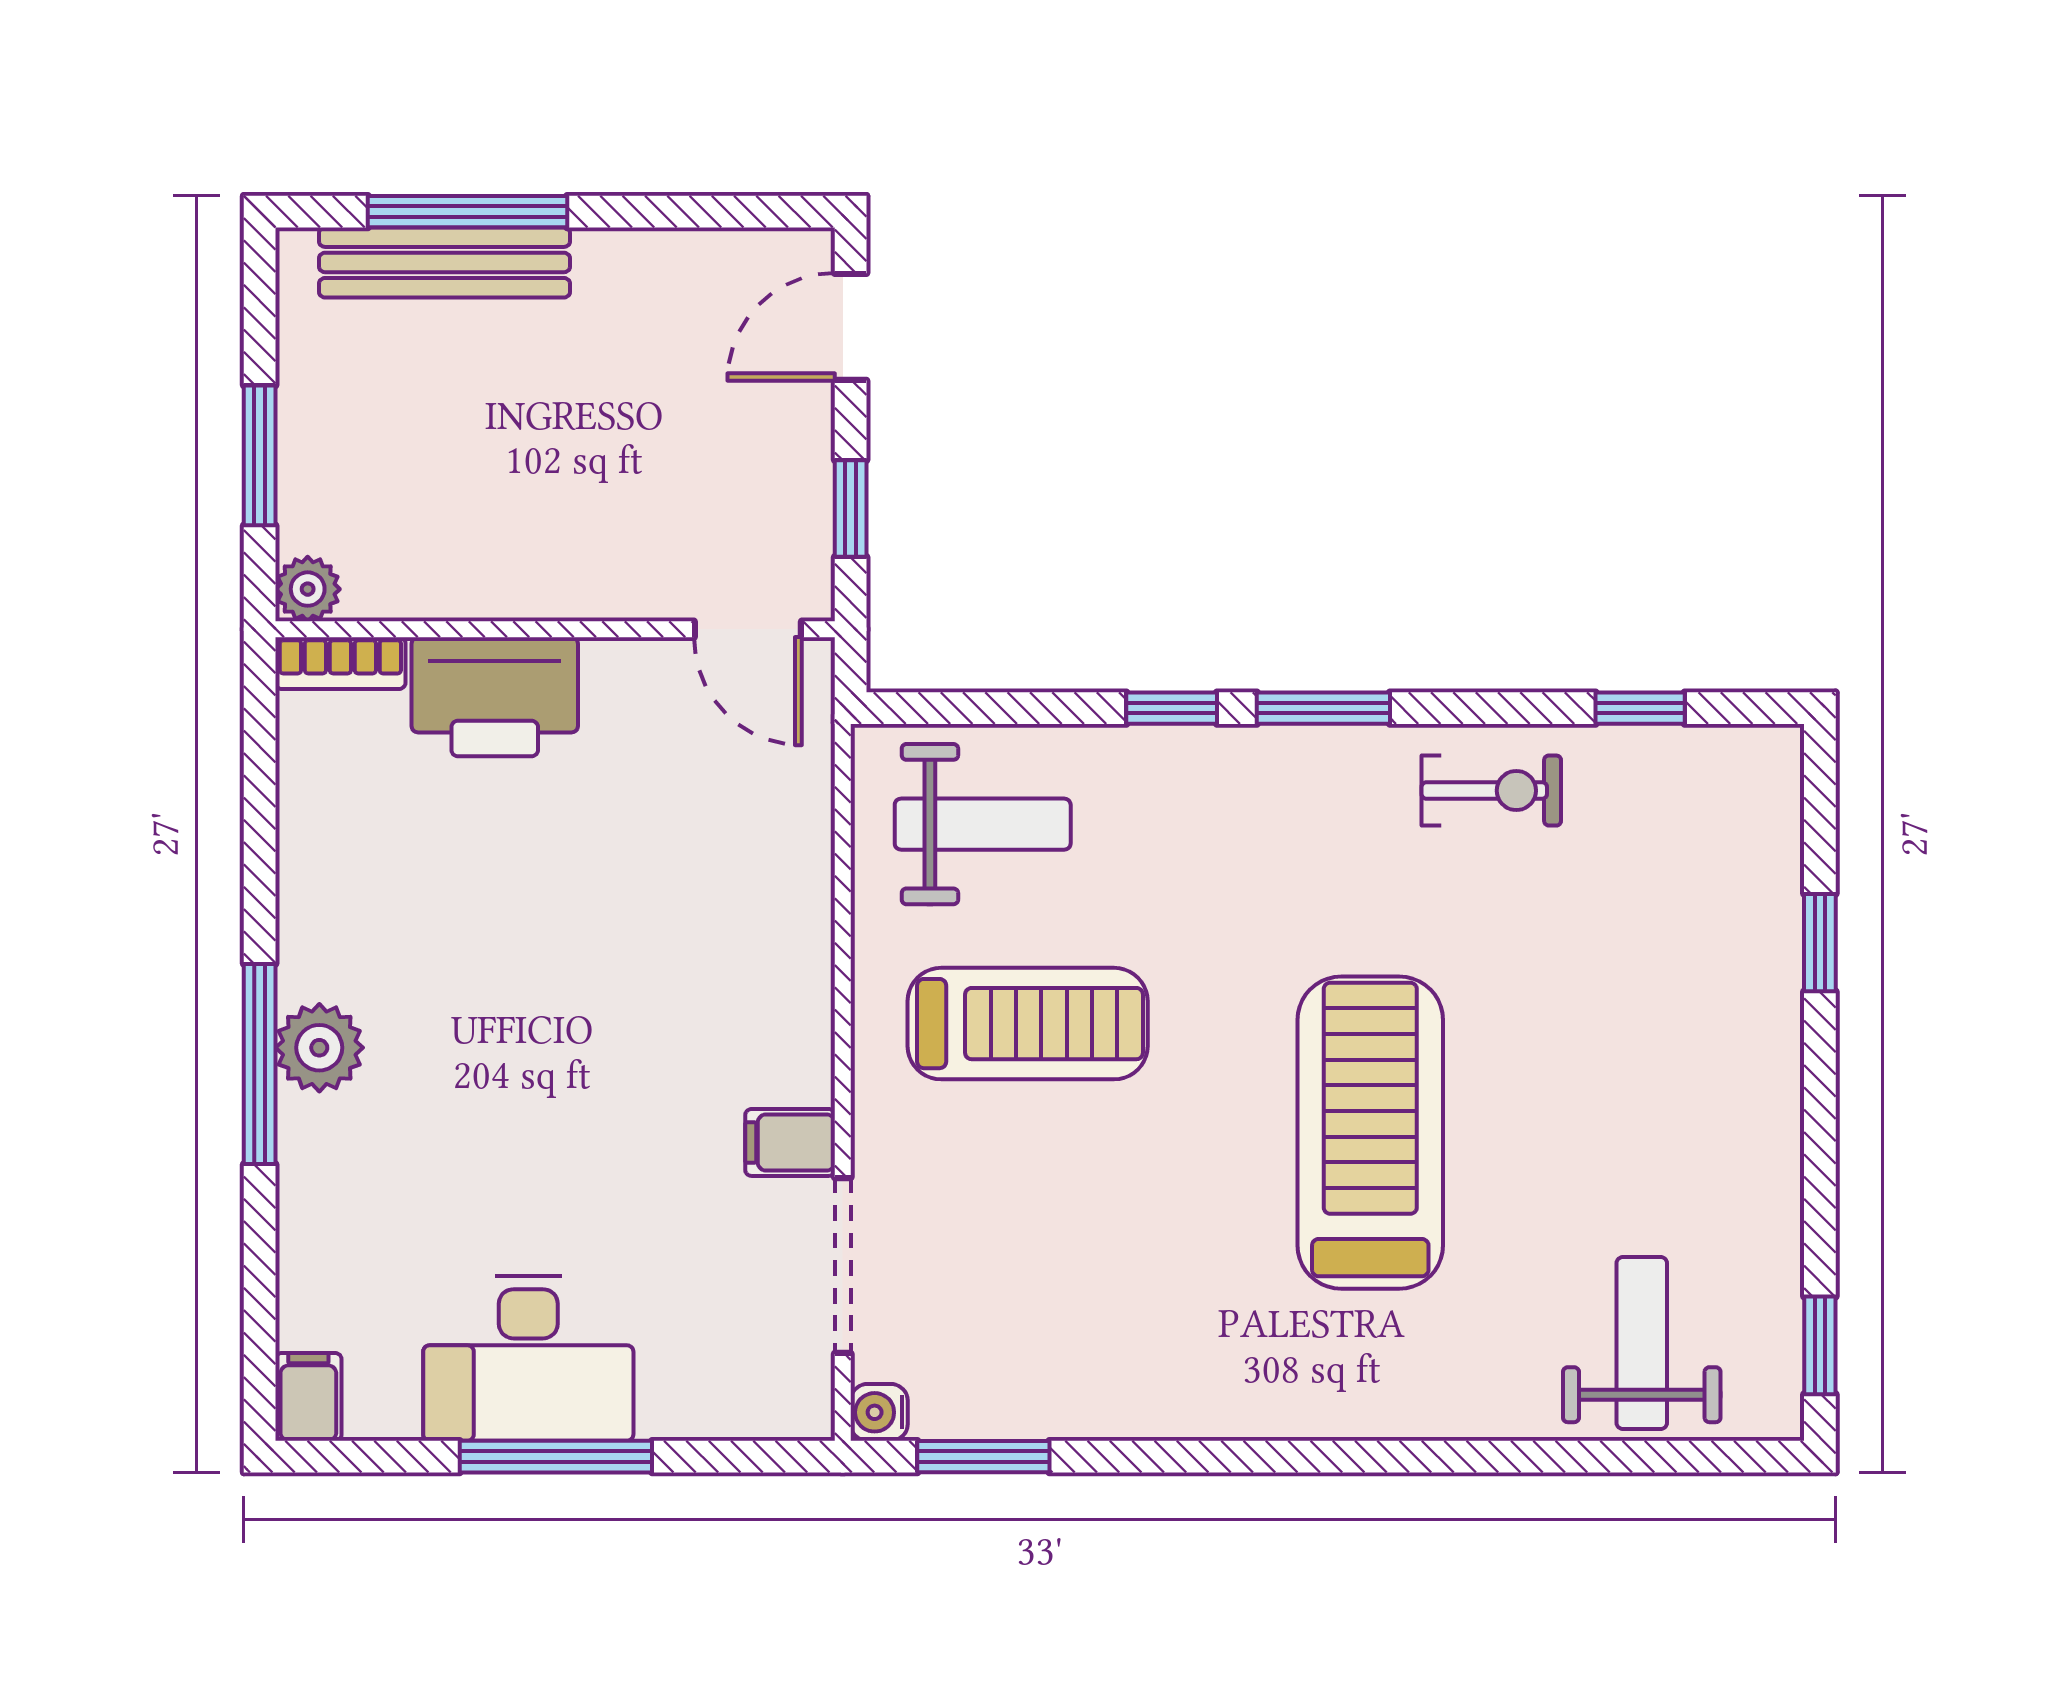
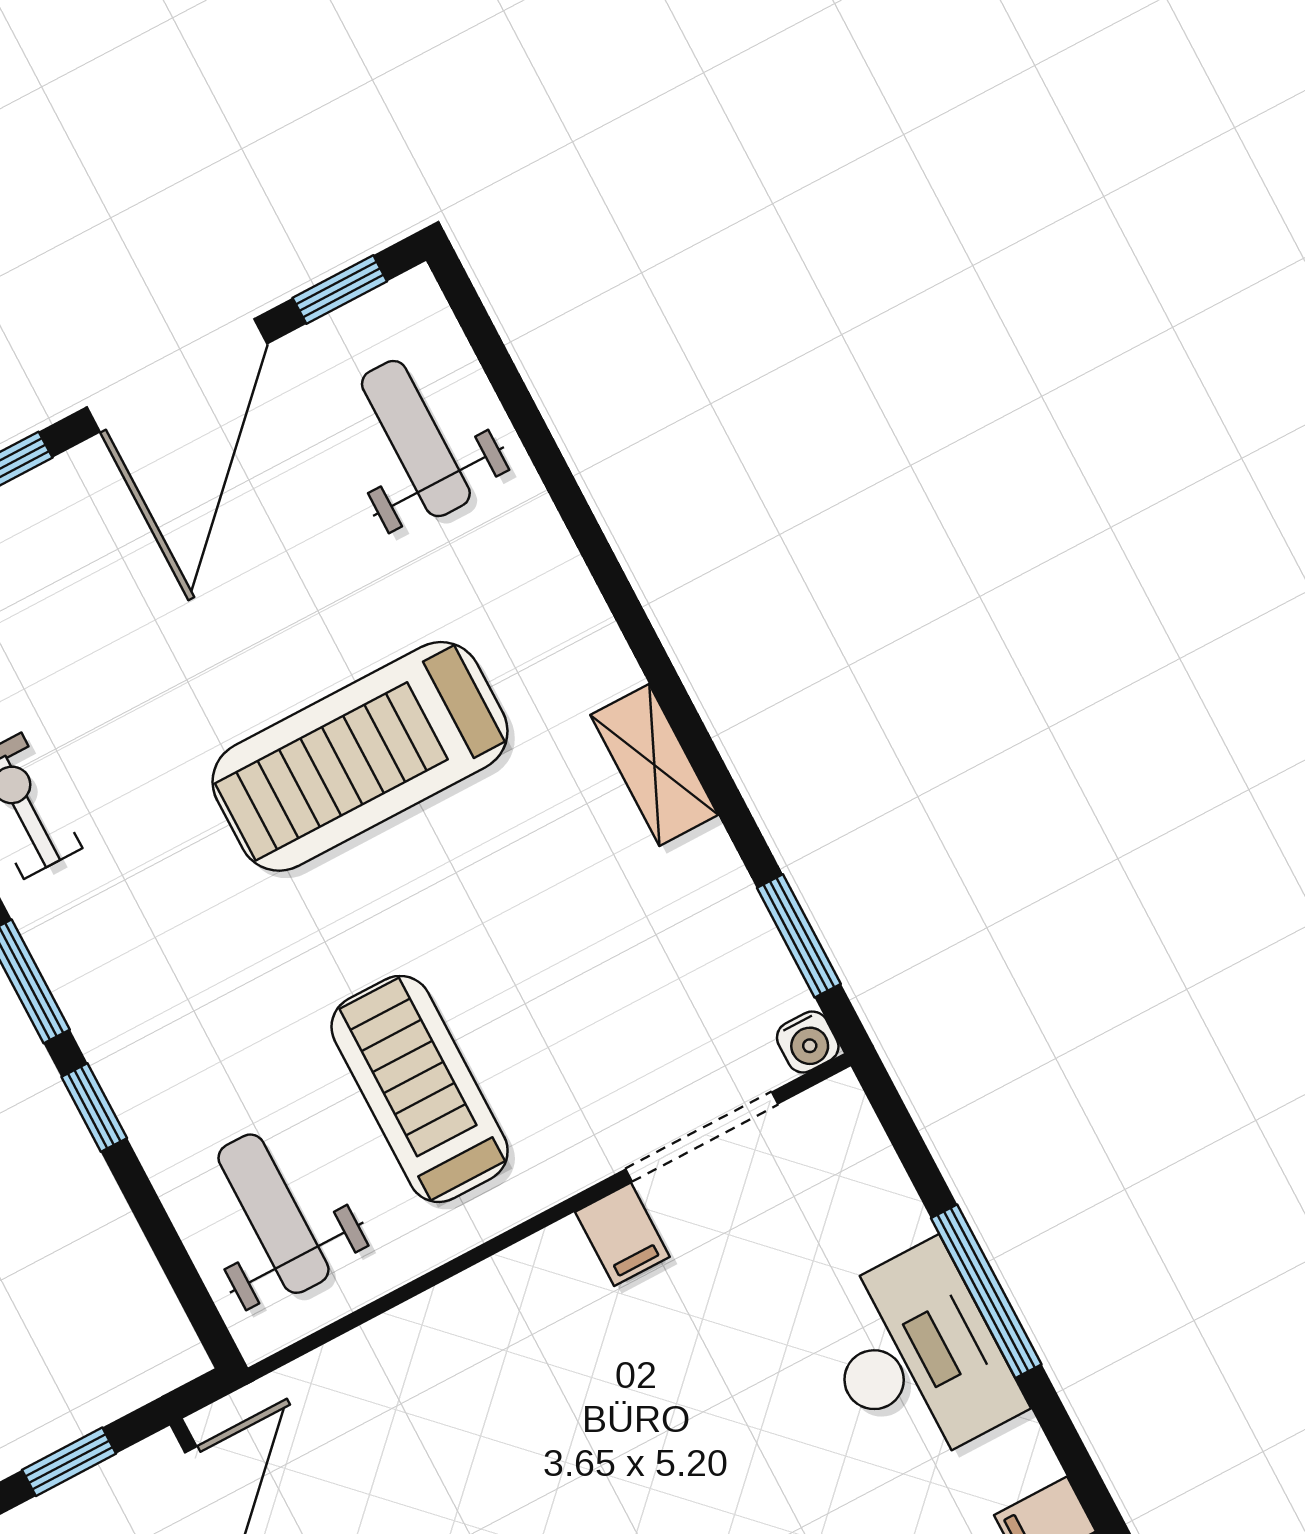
door: (1820, 1149) -> (177, 375), added
weight bench: (1642, 1343) -> (416, 439), turned 90
shelving: (1216, 1405) -> (654, 765), added

